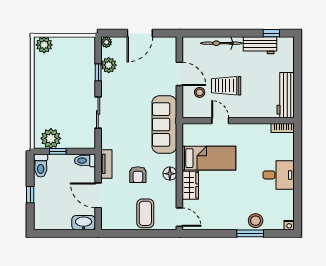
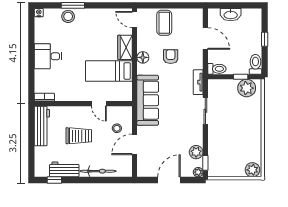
window: (98, 72) -> (205, 163), moved
door: (179, 74) -> (135, 144), hinge flipped
trolley: (226, 86) -> (79, 136), moved
tv unit: (106, 164) -> (198, 82), moved
washbasin: (84, 223) -> (231, 15), moved

